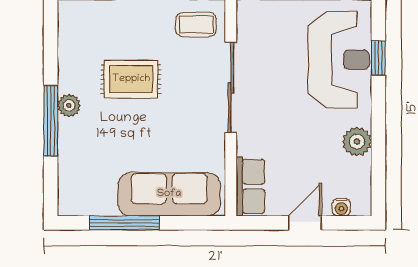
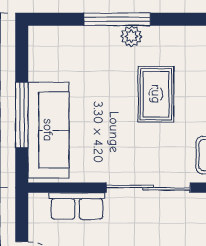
row of seats: (250, 186) -> (77, 206), moved
window: (125, 223) -> (22, 115), moved

